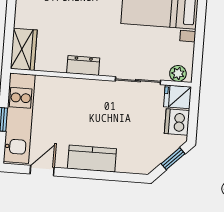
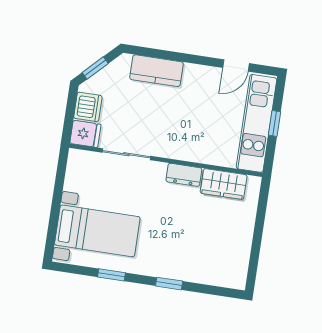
wardrobe: (24, 49) -> (224, 184), moved, turned -90
plant: (178, 73) -> (83, 159), removed
kitchen counter: (92, 159) -> (156, 71), moved

